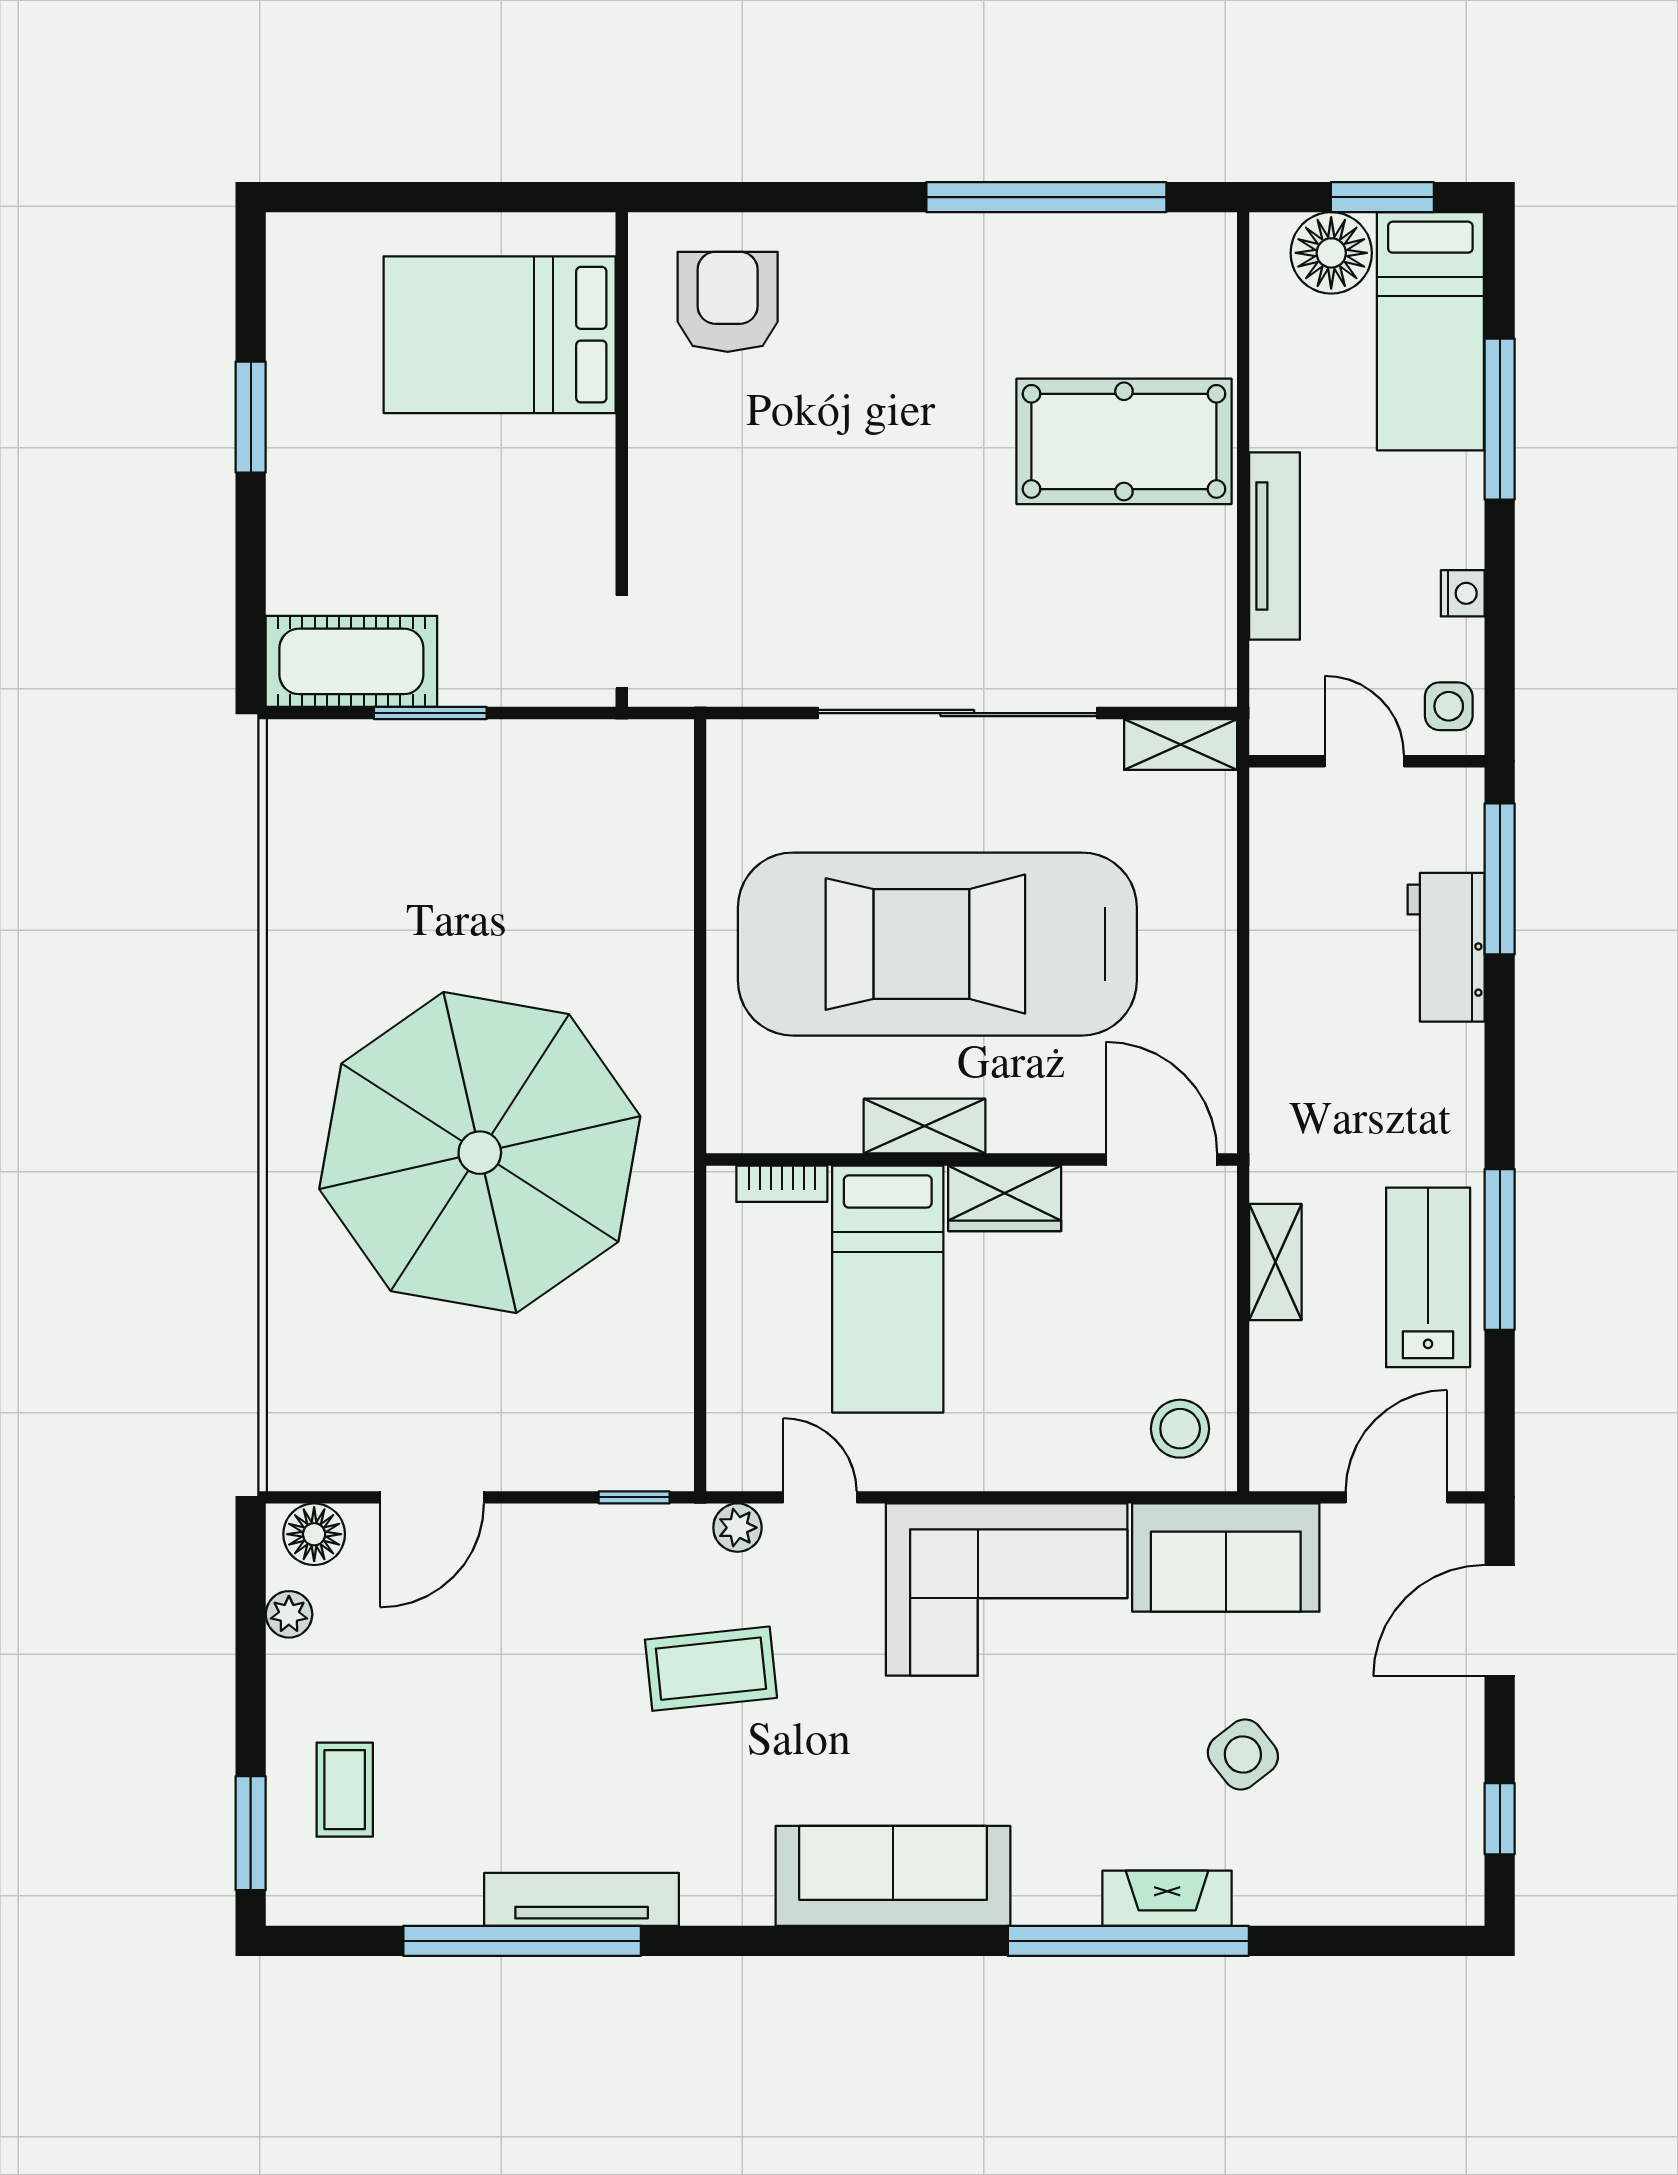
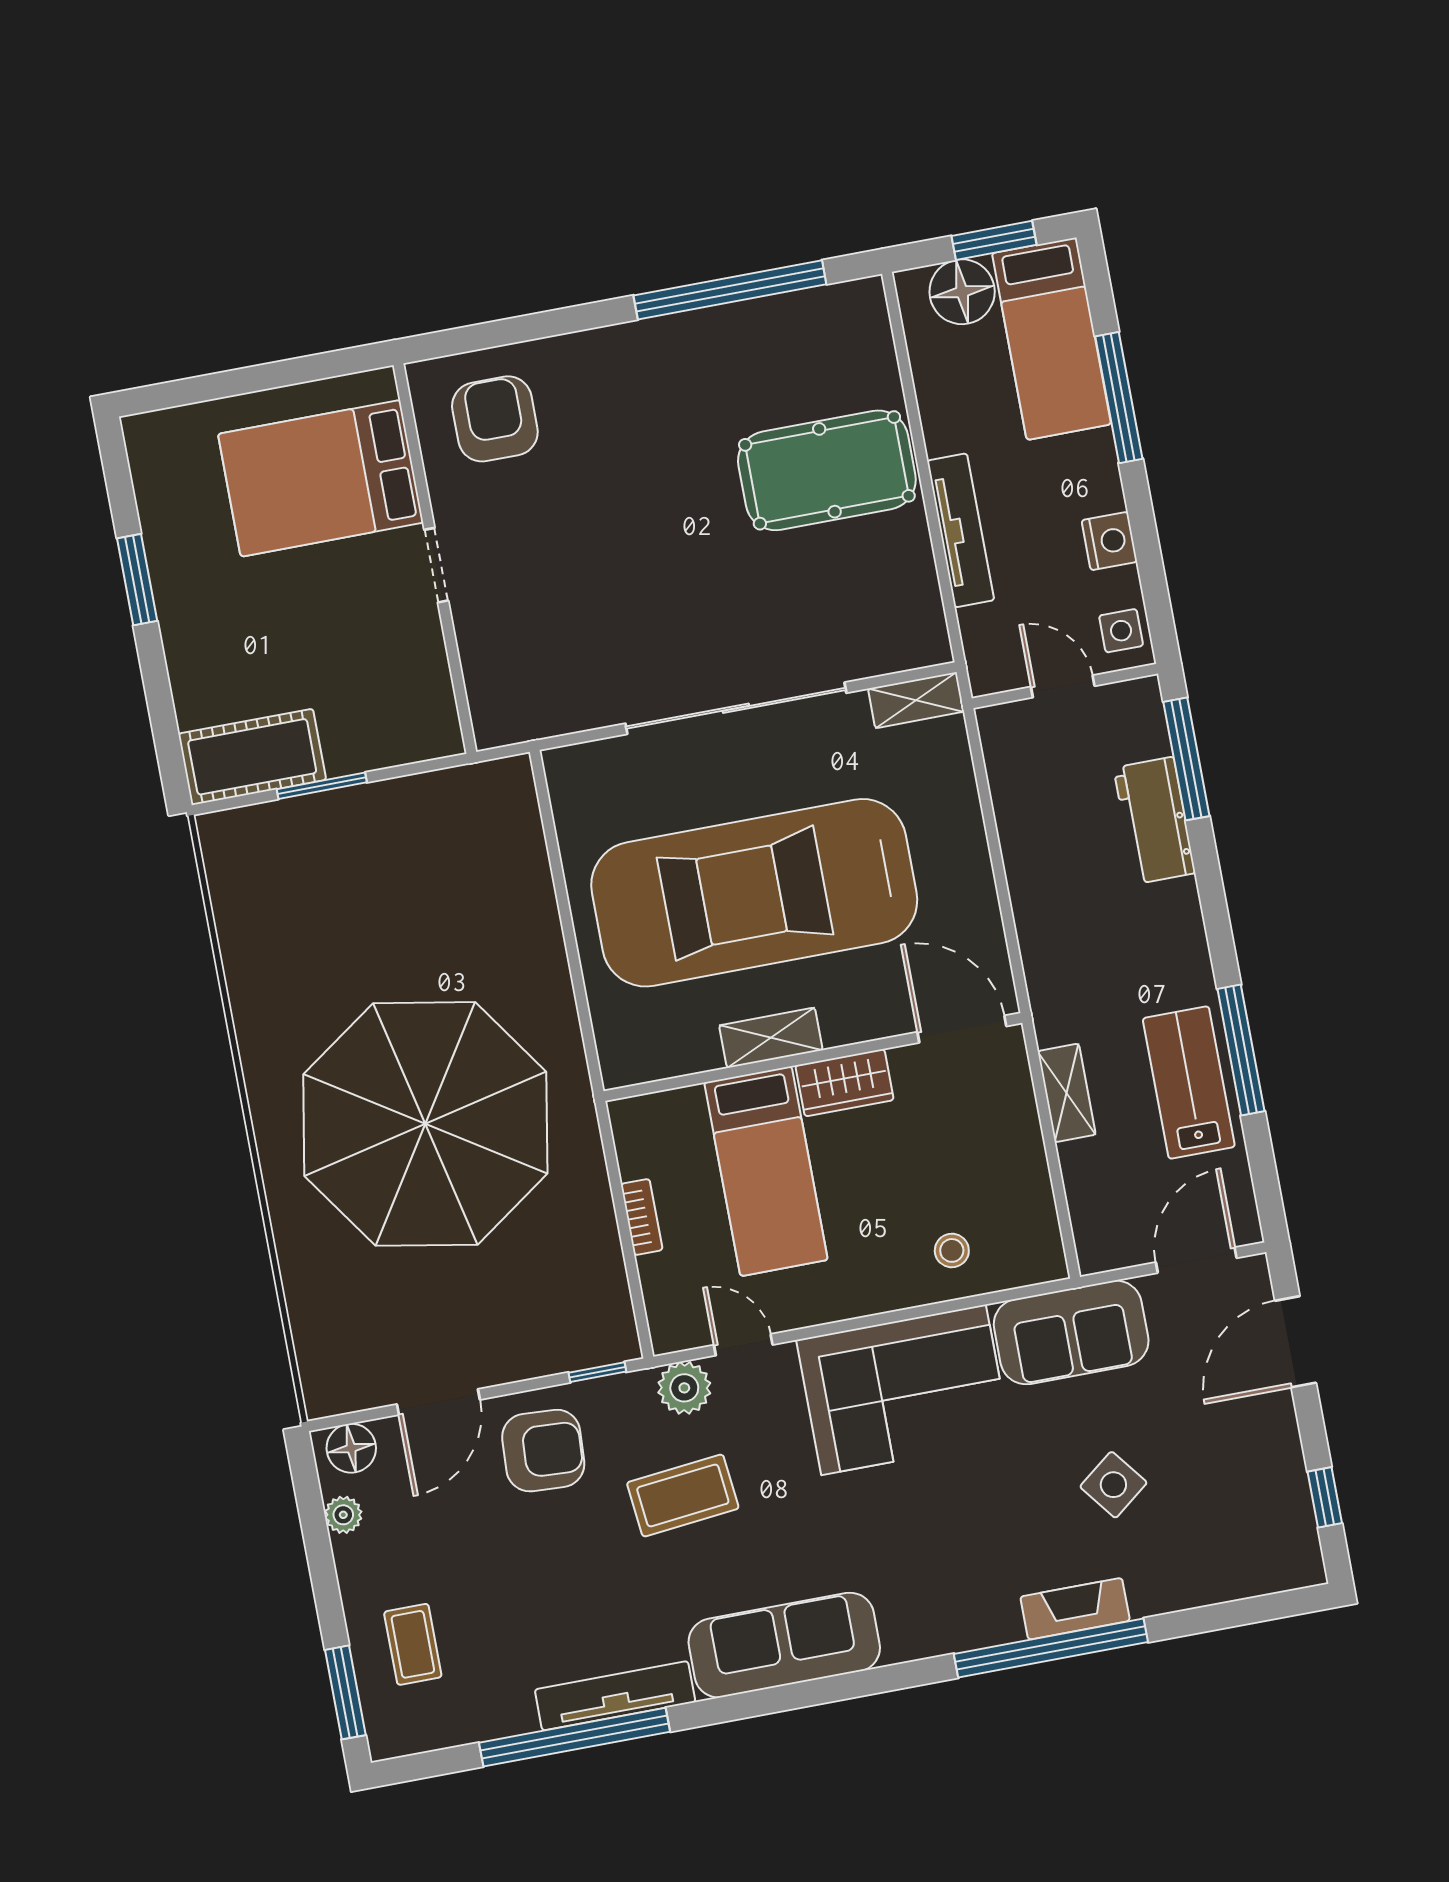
nightstand: (1463, 593) -> (1109, 541), width x1.39, depth x1.35
doorway: (622, 642) -> (436, 565), moved
bookcase: (782, 1184) -> (642, 1217), moved, turned -90
stool: (1180, 1429) -> (952, 1250), moved, width x0.73, depth x0.73
plant: (737, 1528) -> (684, 1388), width x1.38, depth x1.38
armchair: (550, 1581) -> (543, 1451), added
sofa: (893, 1876) -> (784, 1645), moved

